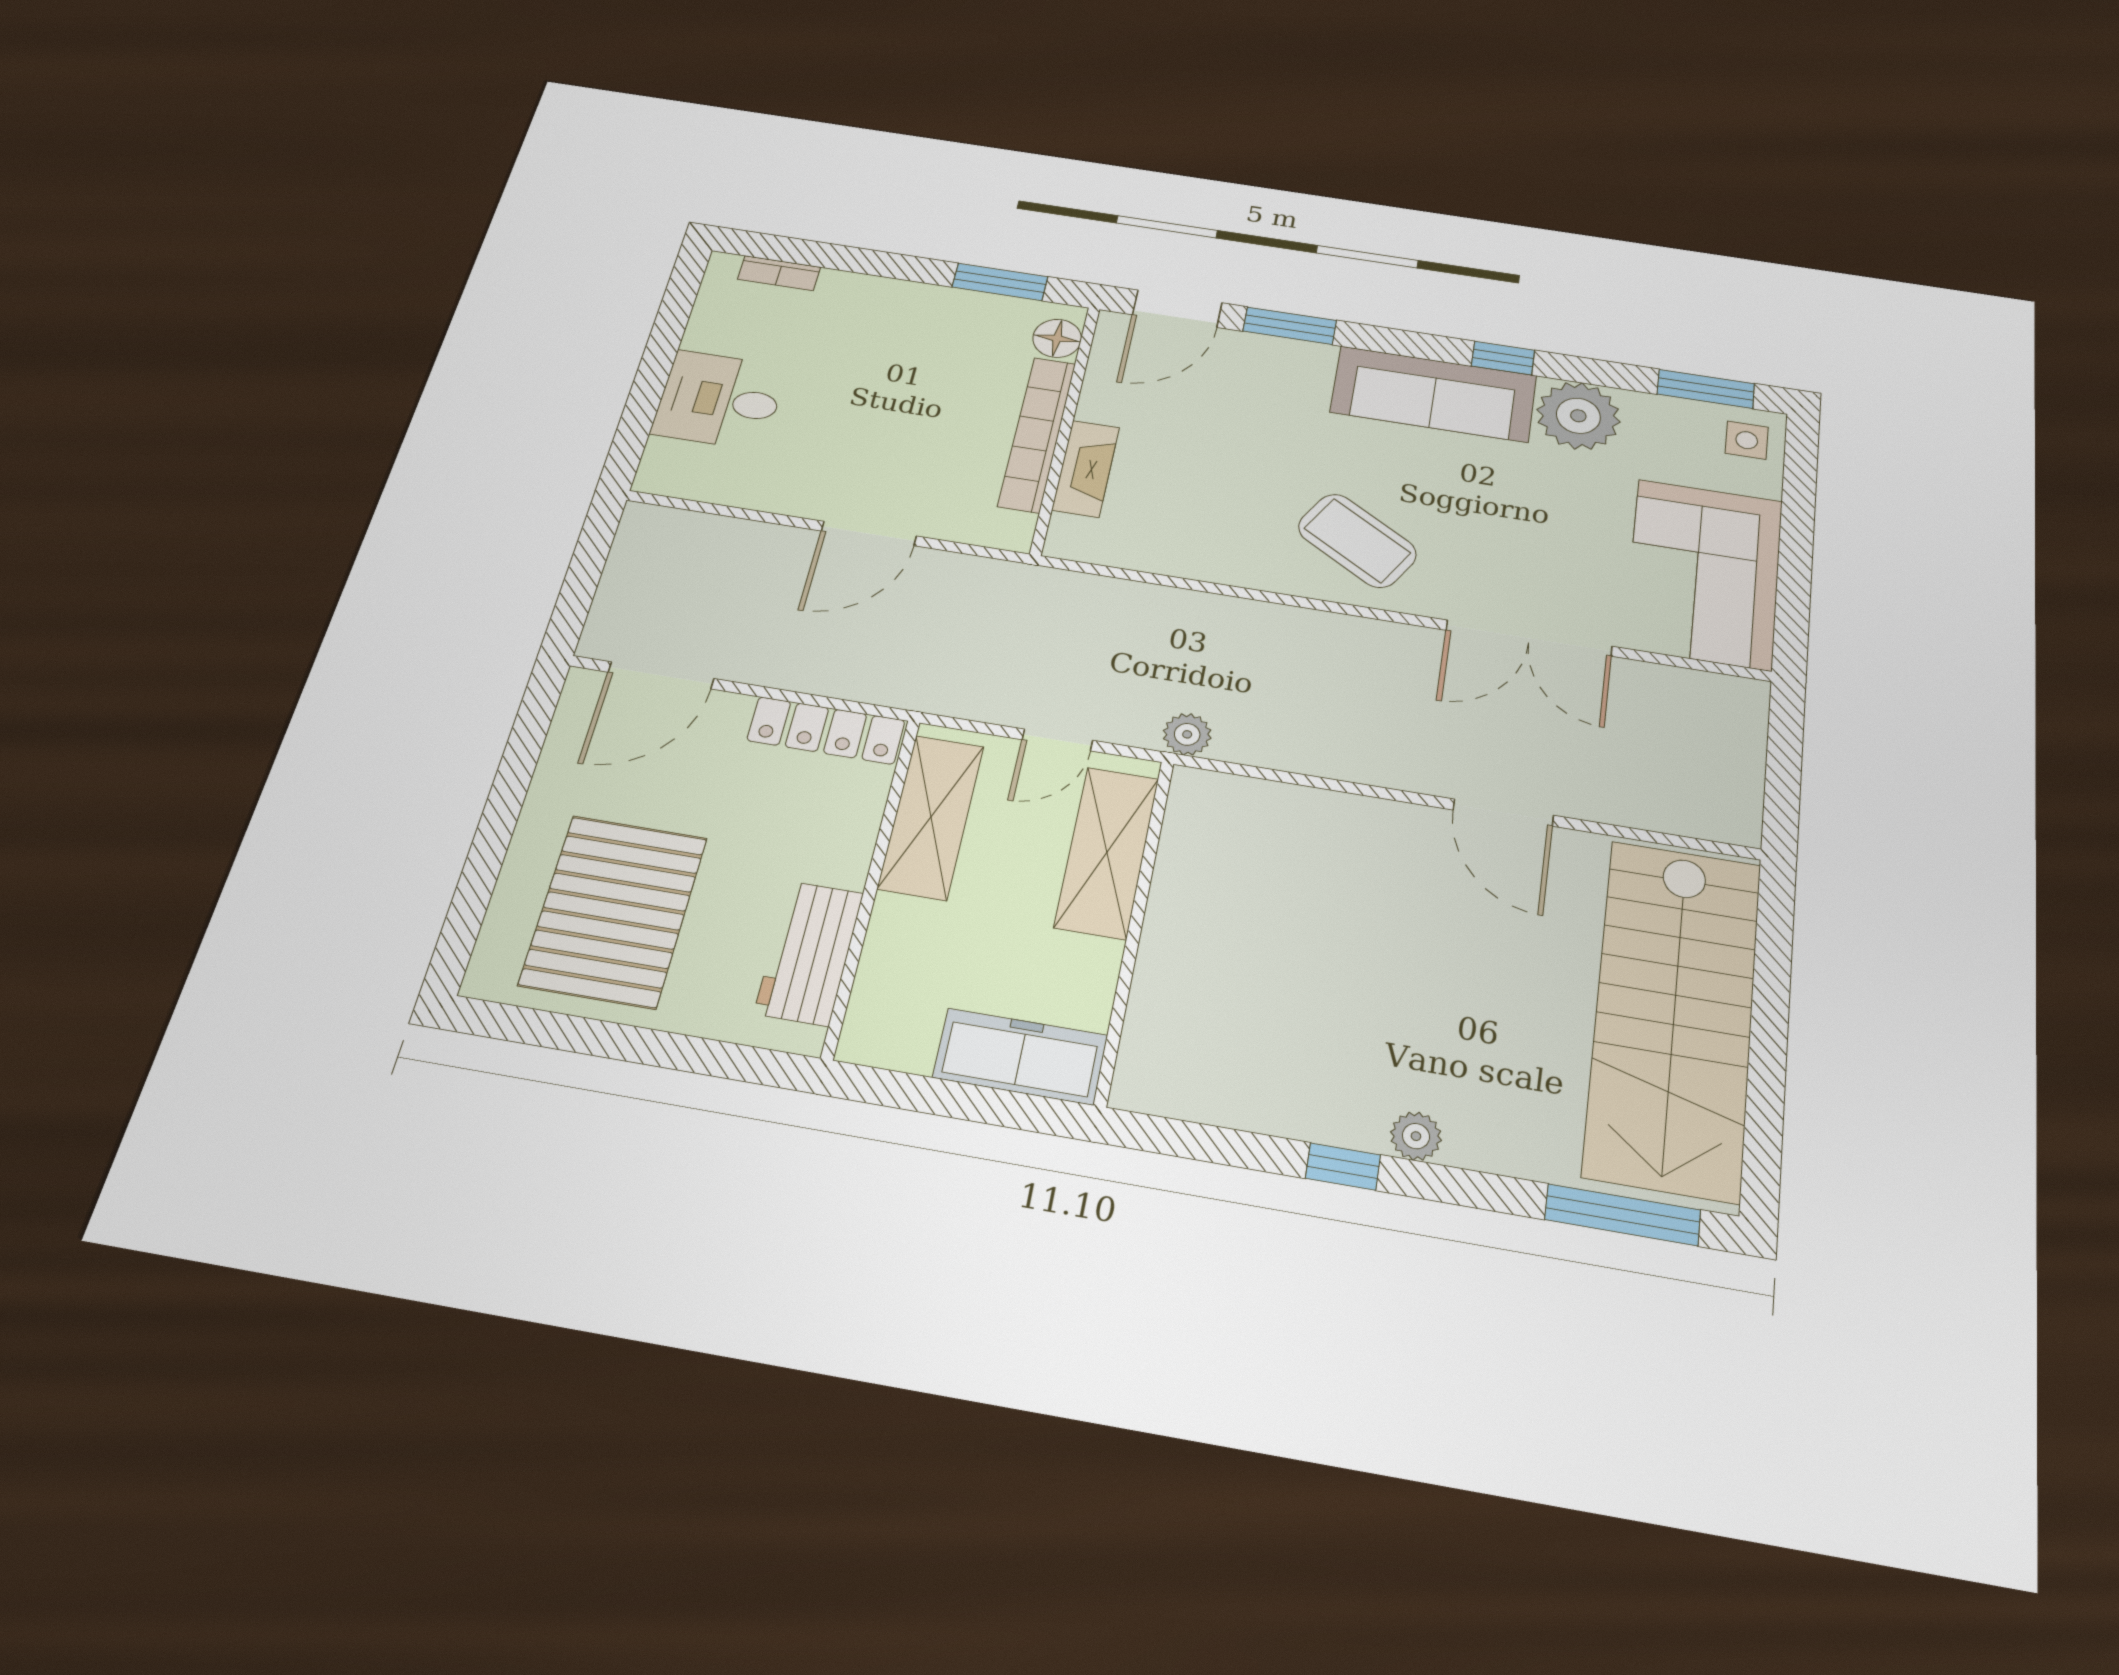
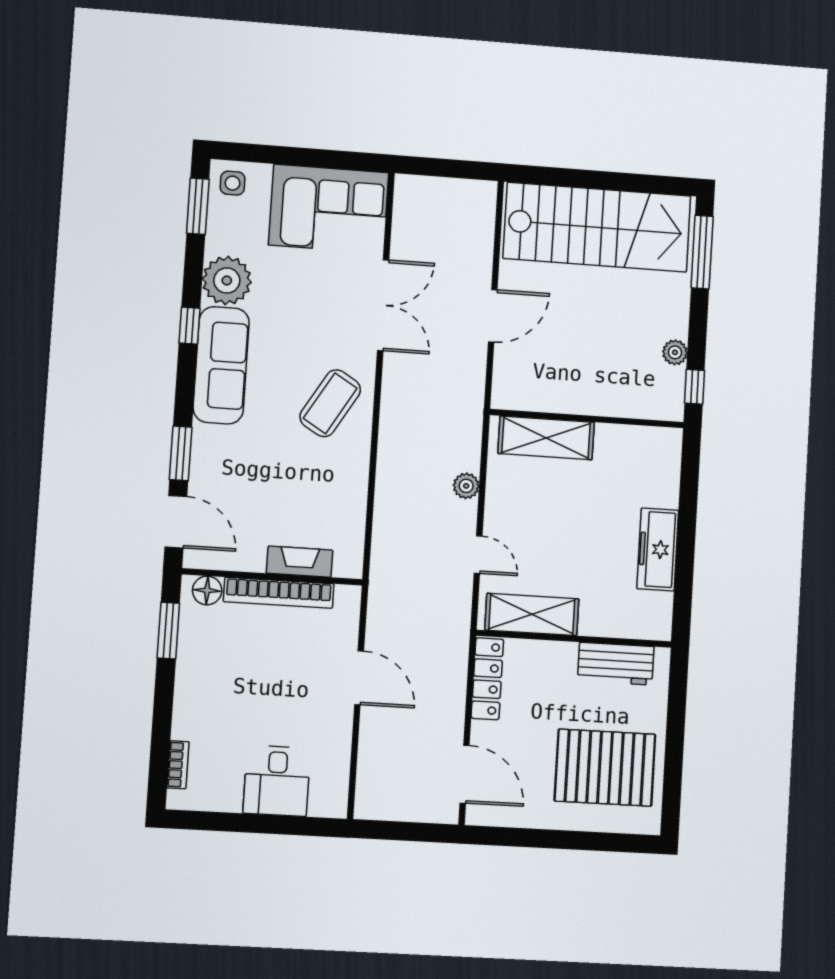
shelving: (1107, 852) -> (546, 438), moved
wall: (1135, 928) -> (587, 419), moved

